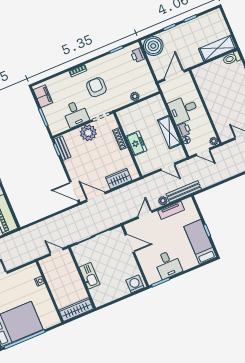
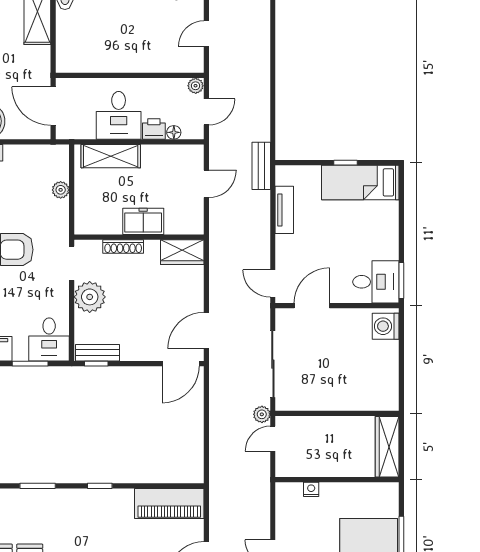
desk: (76, 114) -> (49, 339), moved, turned 90
shelving: (169, 132) -> (111, 156), moved
wardrobe: (119, 179) -> (182, 252), moved, turned -90
bench: (184, 192) -> (261, 166), width x0.73
plant: (163, 201) -> (262, 414), moved
door: (145, 215) -> (273, 284), moved
desk: (168, 264) -> (376, 282), moved
kitchen sink: (90, 276) -> (338, 399), removed

